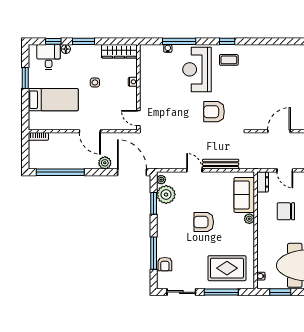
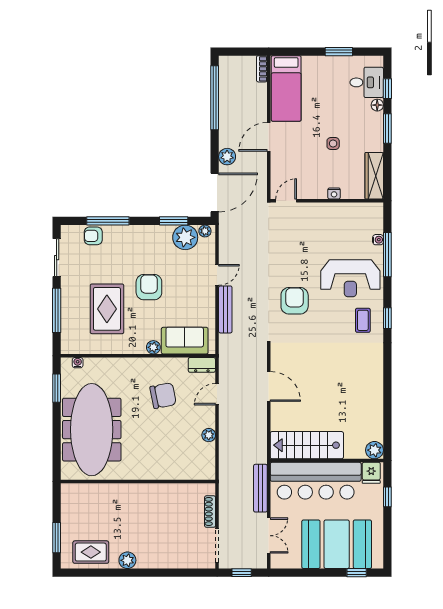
reception desk: (197, 69) -> (350, 278), turned 180
bed: (53, 100) -> (286, 89), moved
chair: (286, 211) -> (163, 396), turned 79
rug: (227, 268) -> (107, 309), moved

